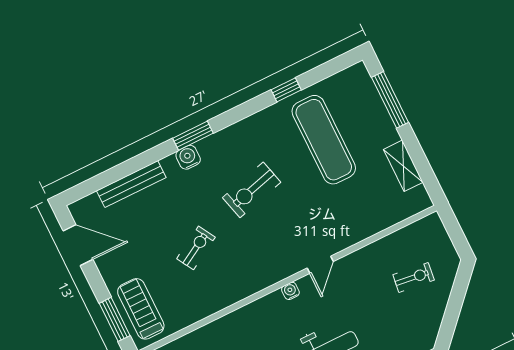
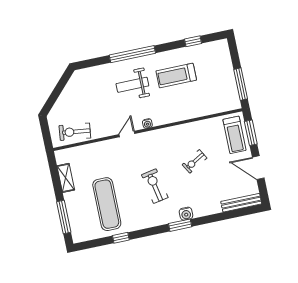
bench: (131, 184) -> (241, 203), moved
exercise bike: (252, 190) -> (155, 186), turned -86
door: (78, 245) -> (258, 168), moved
exercise bike: (414, 277) -> (75, 132), moved, width x1.38, depth x1.39

